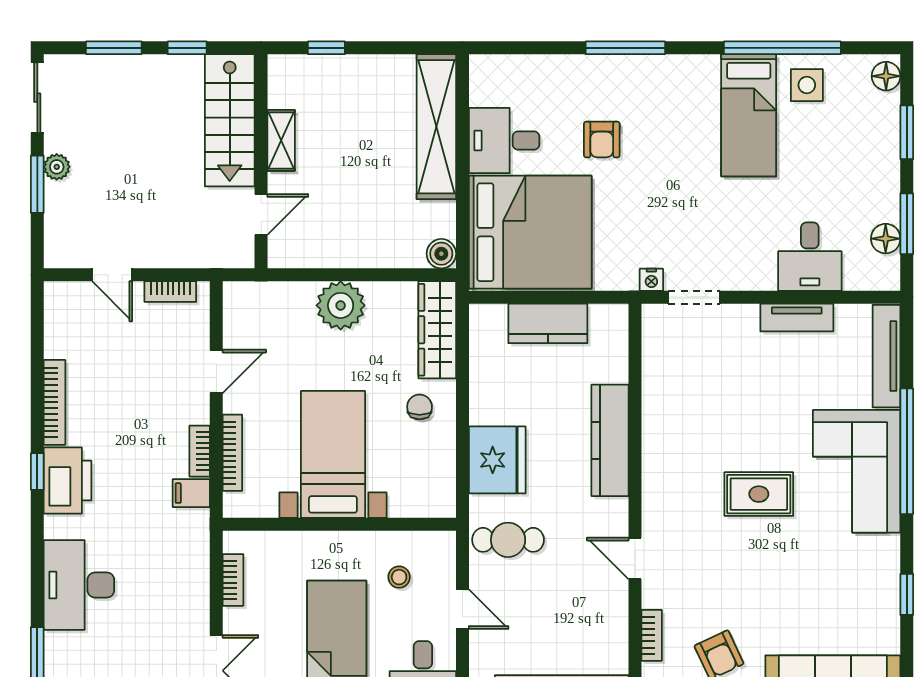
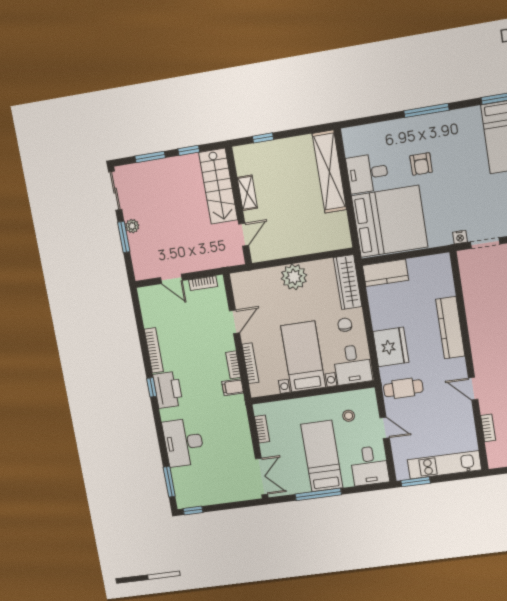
boiler: (441, 254) -> (343, 241), removed
kitchen counter: (548, 323) -> (385, 273), moved
desk: (422, 482) -> (353, 365), added

